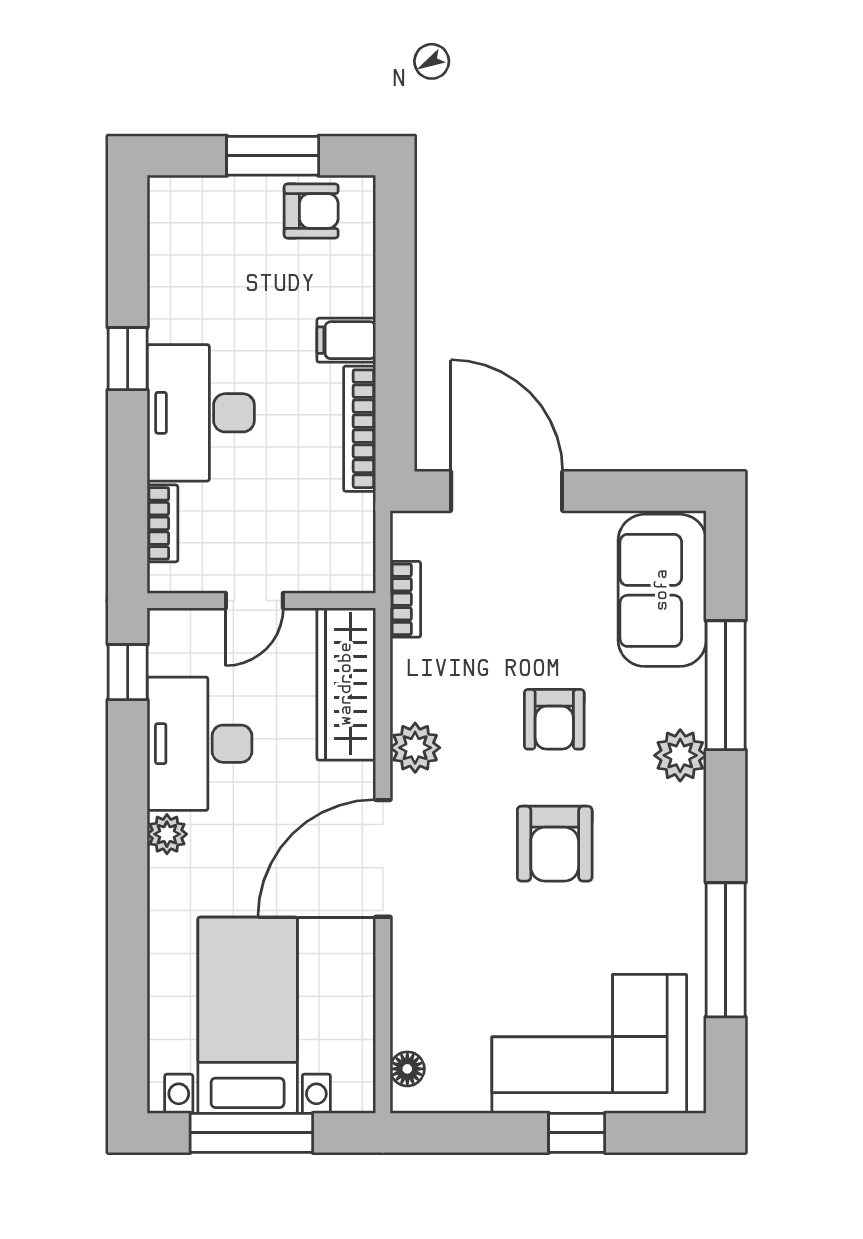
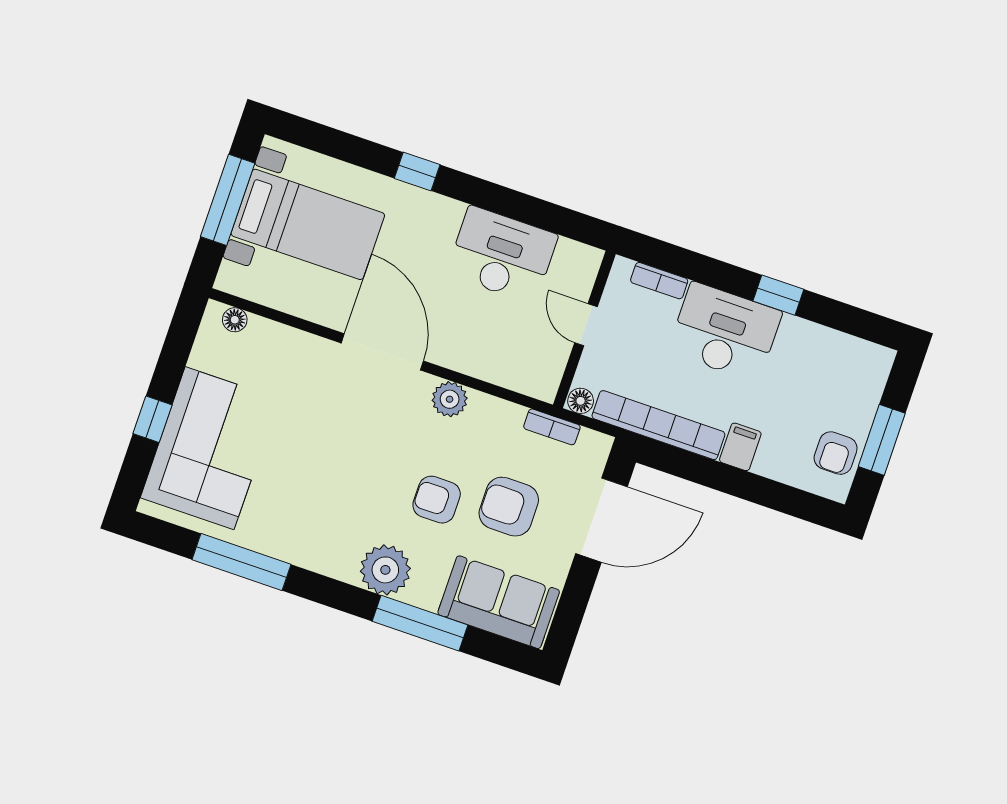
bookcase: (360, 429) -> (658, 425), width x1.48, depth x1.31
floor lamp: (358, 573) -> (581, 401), added
window: (128, 672) -> (417, 171), moved
wardrobe: (346, 684) -> (508, 367), removed
plant: (680, 755) -> (385, 570), width x1.36, depth x1.36
plant: (167, 834) -> (449, 212), removed
armchair: (555, 844) -> (509, 507), moved

